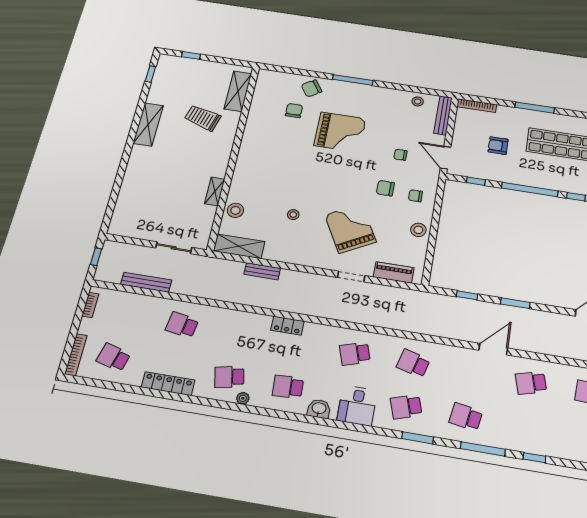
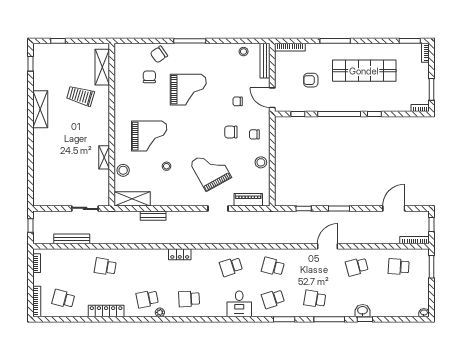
grand piano: (279, 176) -> (149, 136), added
washbasin: (319, 409) -> (363, 311), moved

